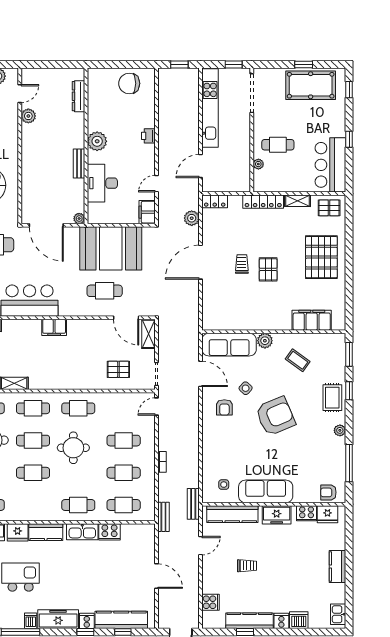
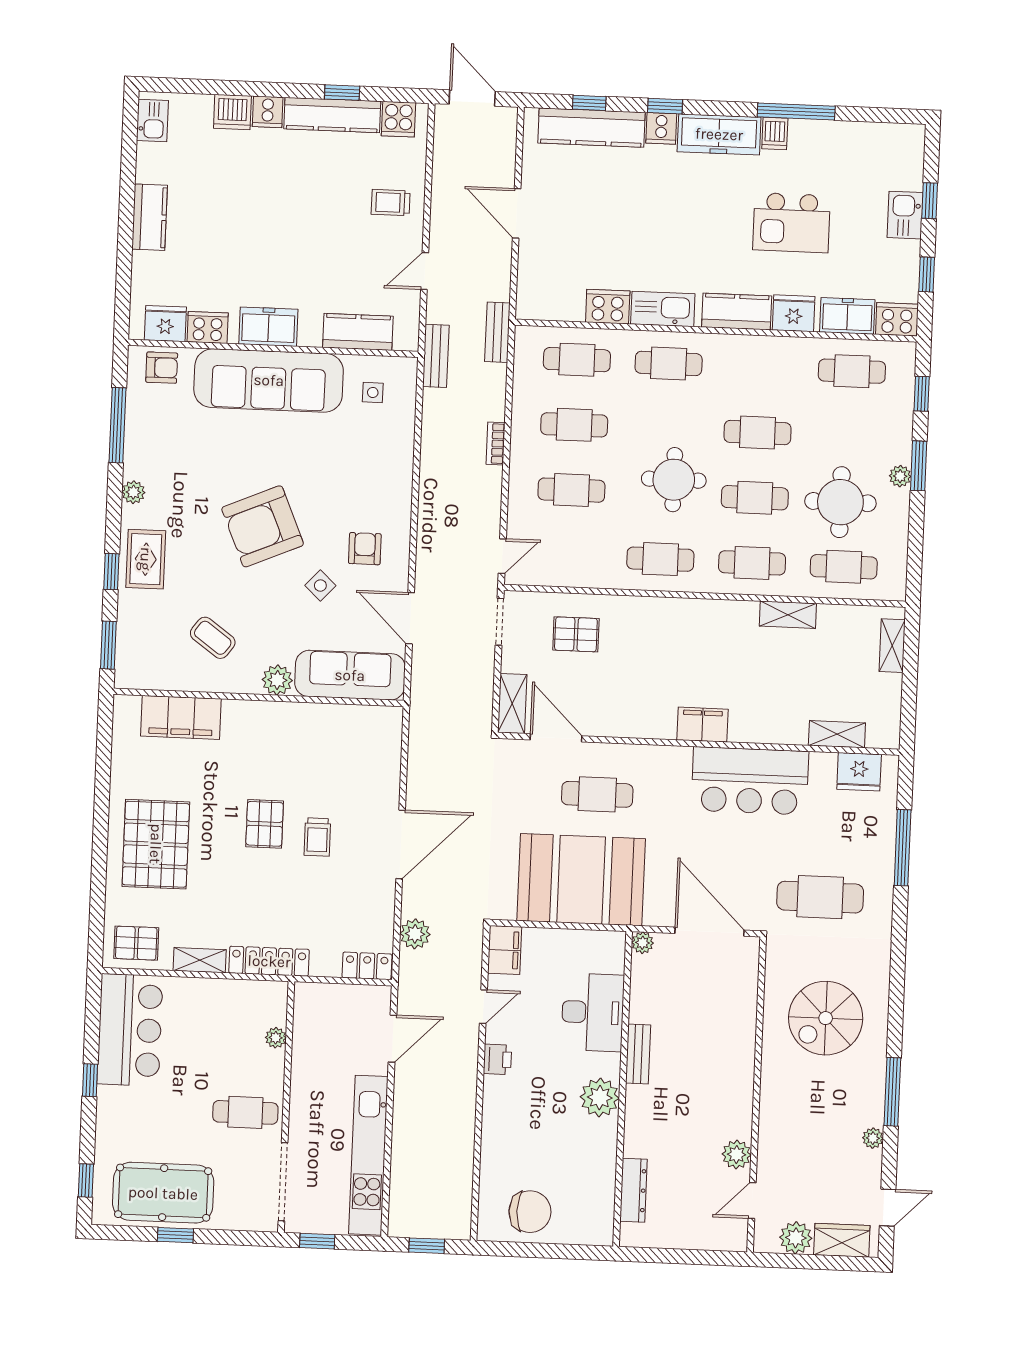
printer: (148, 136) -> (497, 1059), moved
cafe table: (278, 145) -> (245, 1112), moved
sofa: (266, 491) -> (269, 380), width x1.36, depth x1.27
kitchen counter: (232, 514) -> (358, 332), width x0.67
trolley: (247, 566) -> (391, 203), moved
cooker: (211, 602) -> (399, 119), moved, turned -90

